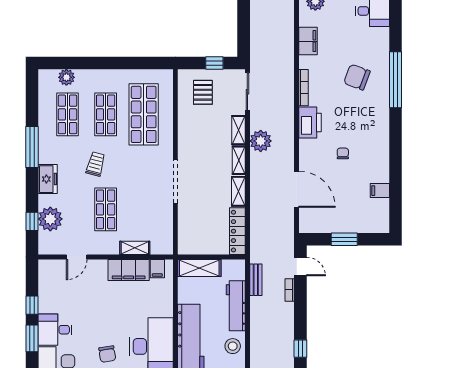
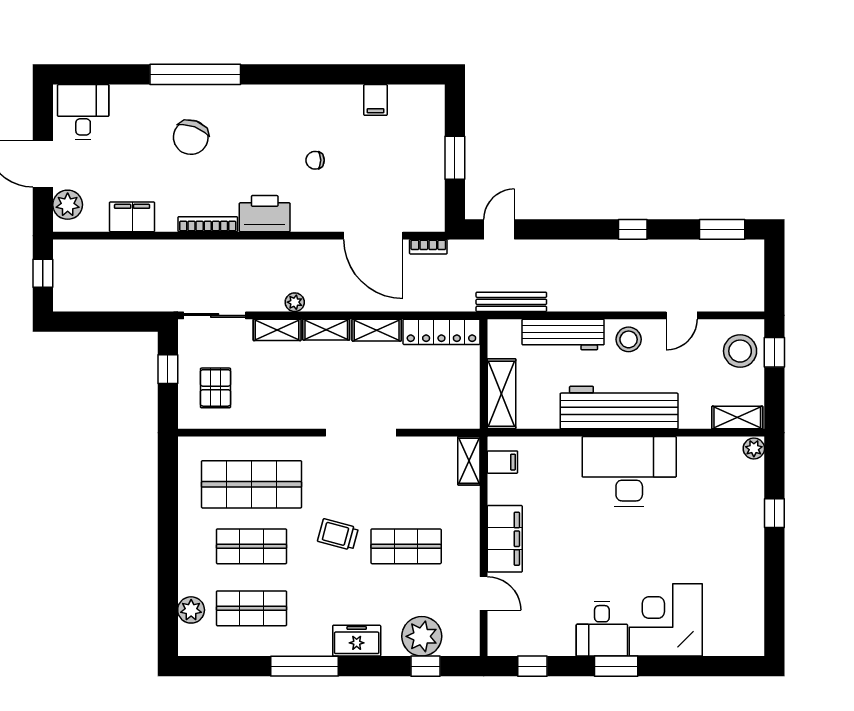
pallet: (203, 92) -> (215, 388), turned 90
plant: (261, 141) -> (295, 302), width x0.53, depth x0.53
trolley: (96, 164) -> (338, 535), moved
door: (297, 189) -> (373, 236), swing flipped
shelving: (135, 248) -> (469, 461), moved
filing cabinet: (129, 270) -> (505, 539), moved
bench: (256, 280) -> (511, 302), width x1.36
bookcase: (290, 290) -> (428, 247), moved
window: (32, 305) -> (532, 666), moved
chair: (107, 354) -> (641, 544), removed

